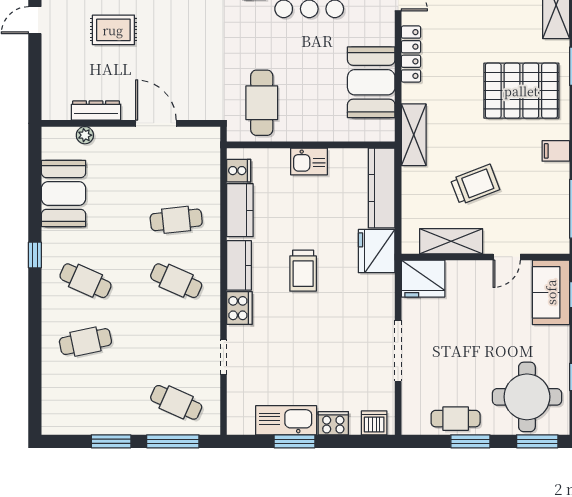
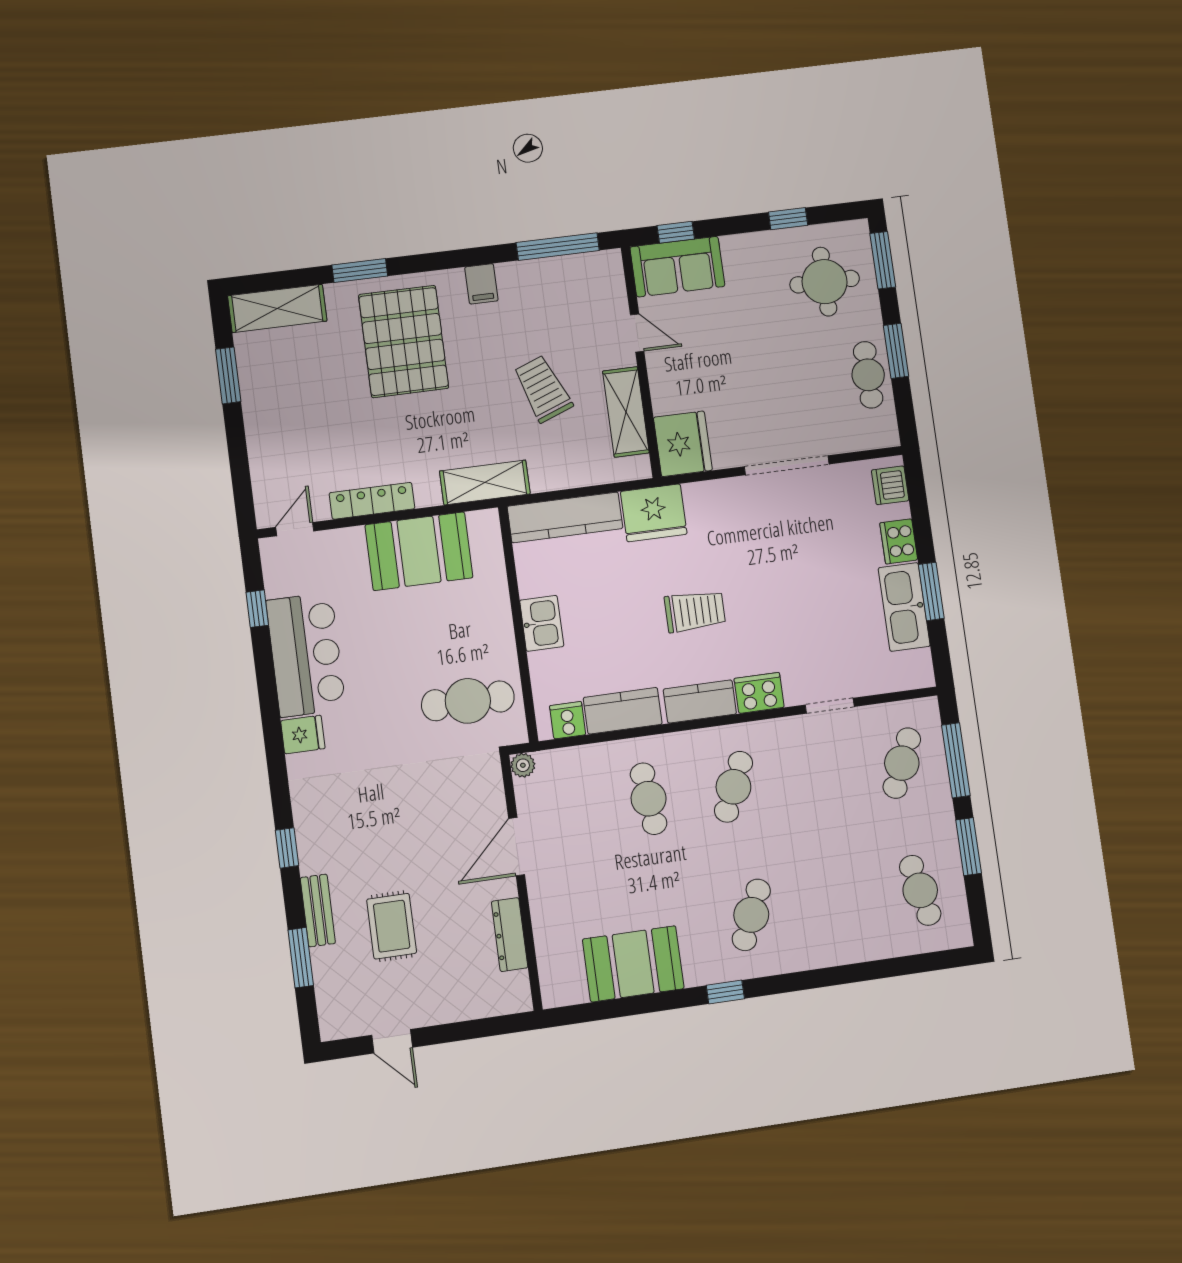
plant: (85, 135) -> (523, 765), moved
cafe table: (85, 342) -> (920, 890), moved
round table: (527, 397) -> (825, 282), width x0.73, depth x0.73

